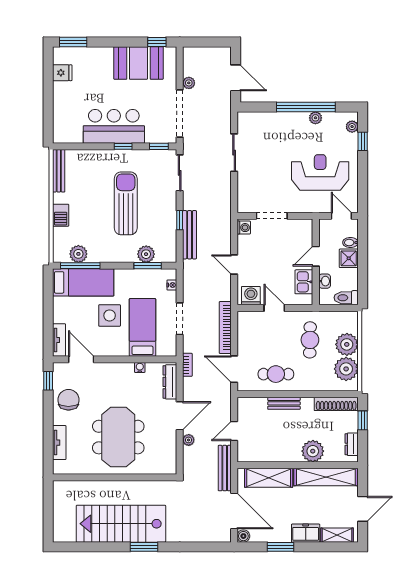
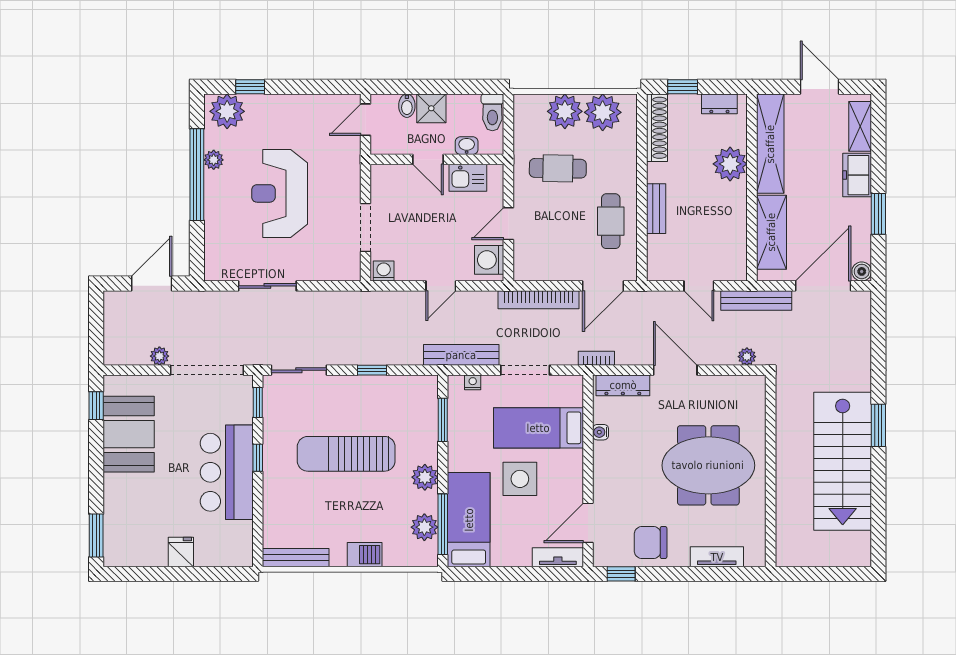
fridge: (62, 73) -> (181, 552), moved
plant: (352, 127) -> (227, 111), width x1.87, depth x1.87
reception desk: (320, 172) -> (280, 193), moved
bench: (190, 235) -> (461, 355), moved
plant: (146, 254) -> (425, 477), moved
plant: (189, 440) -> (747, 357), moved

